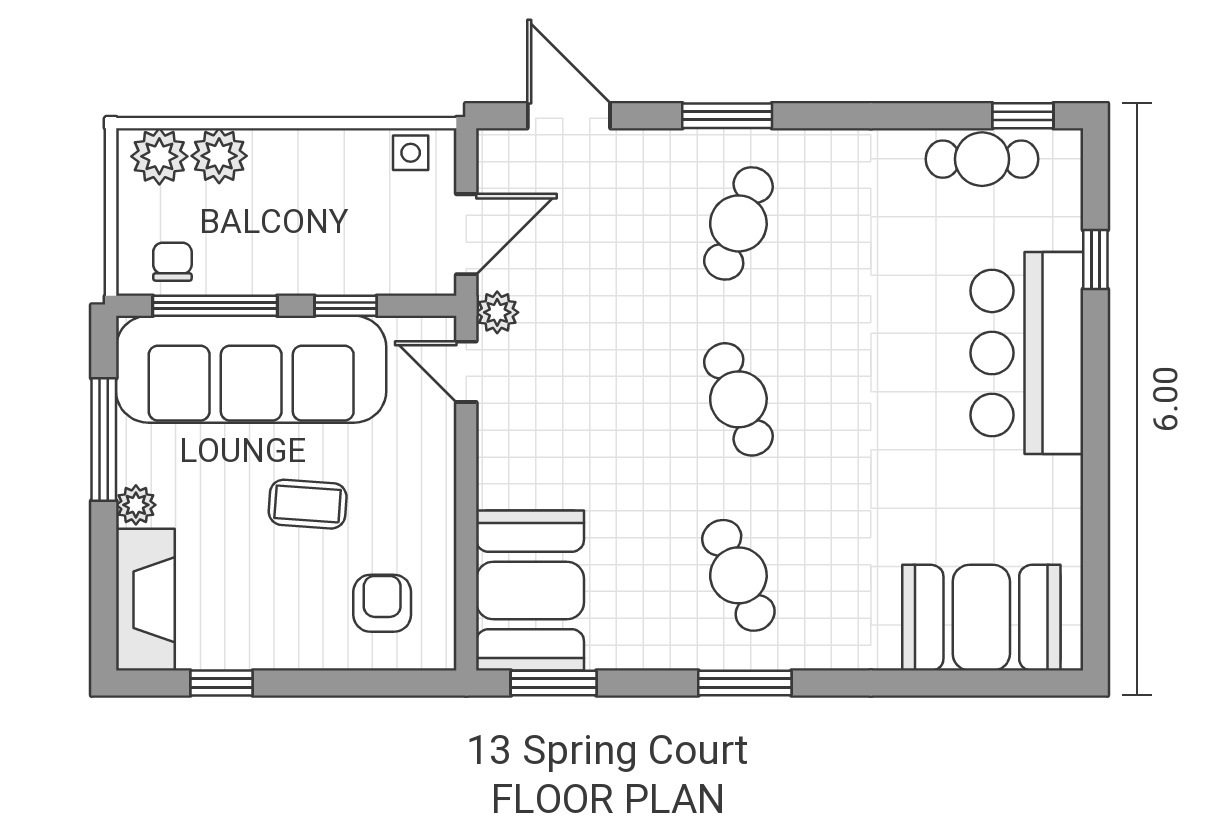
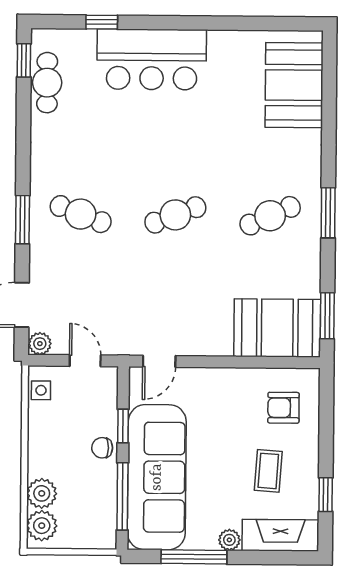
door: (466, 234) -> (85, 361), width x0.73
chair: (172, 262) -> (102, 448), moved
plant: (497, 312) -> (40, 344), moved
coffee table: (308, 504) -> (268, 471), moved

